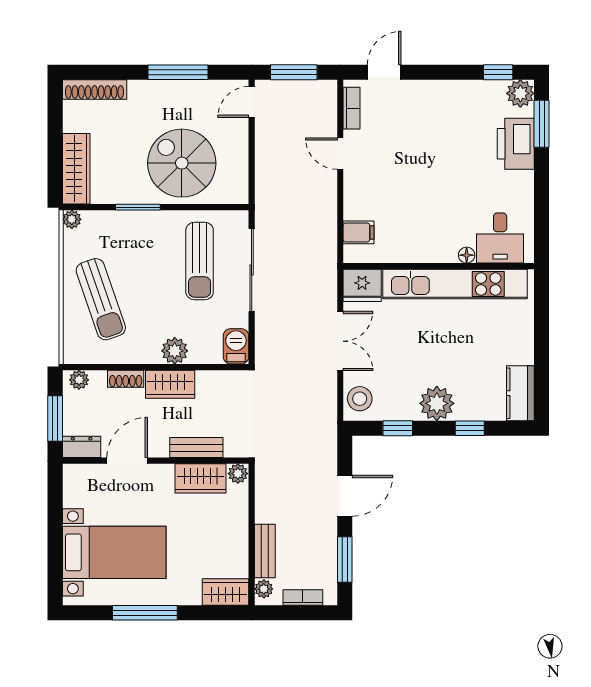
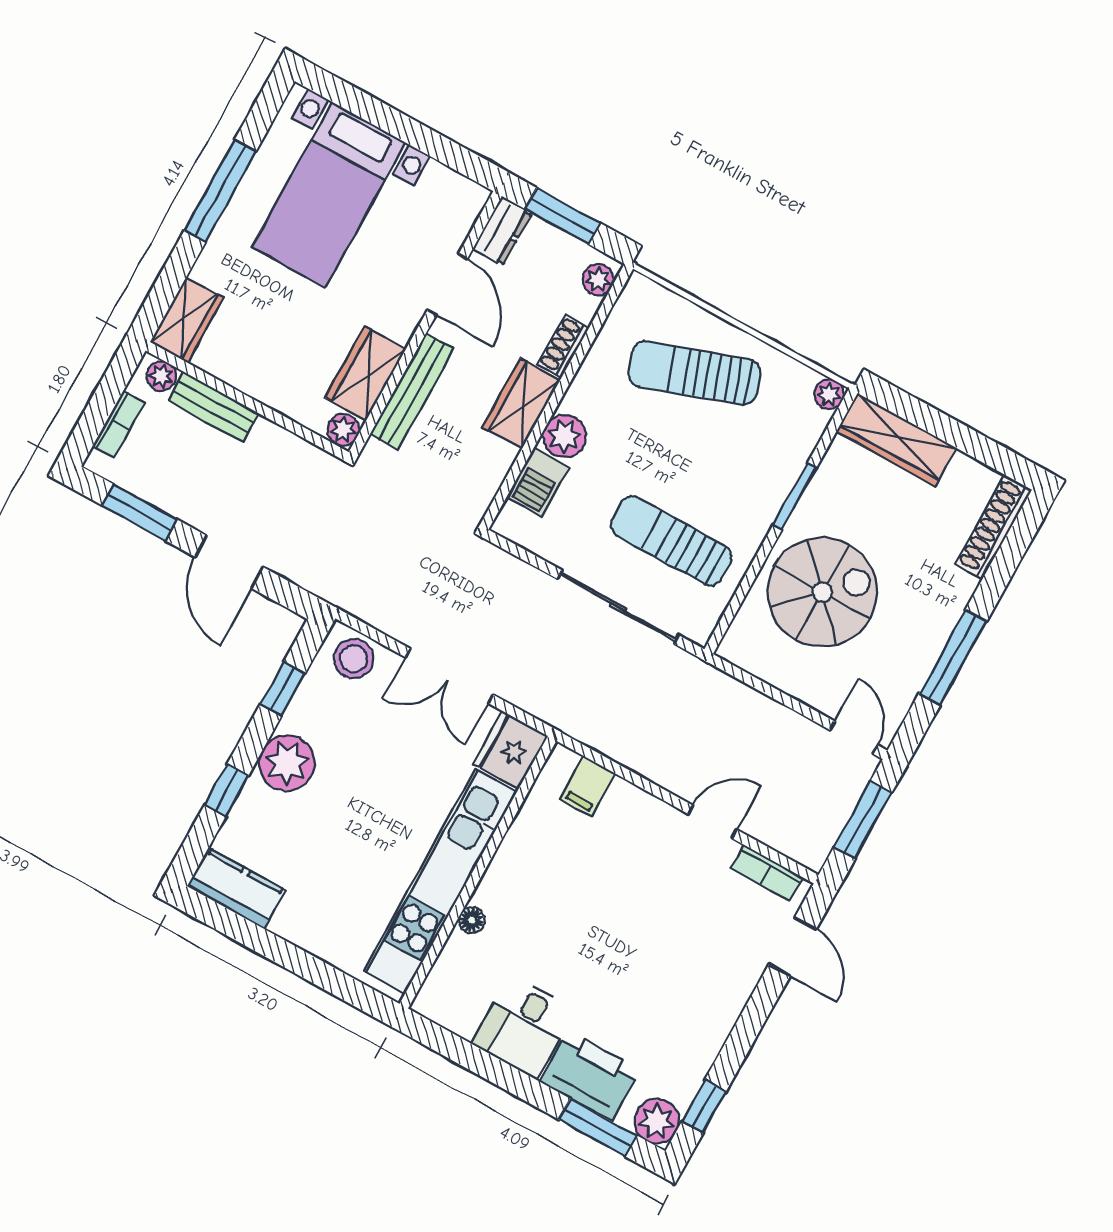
desk: (500, 238) -> (524, 1027), moved, turned -90
barbecue: (236, 346) -> (538, 482), moved, turned 90
bench: (196, 448) -> (412, 392), width x1.36

